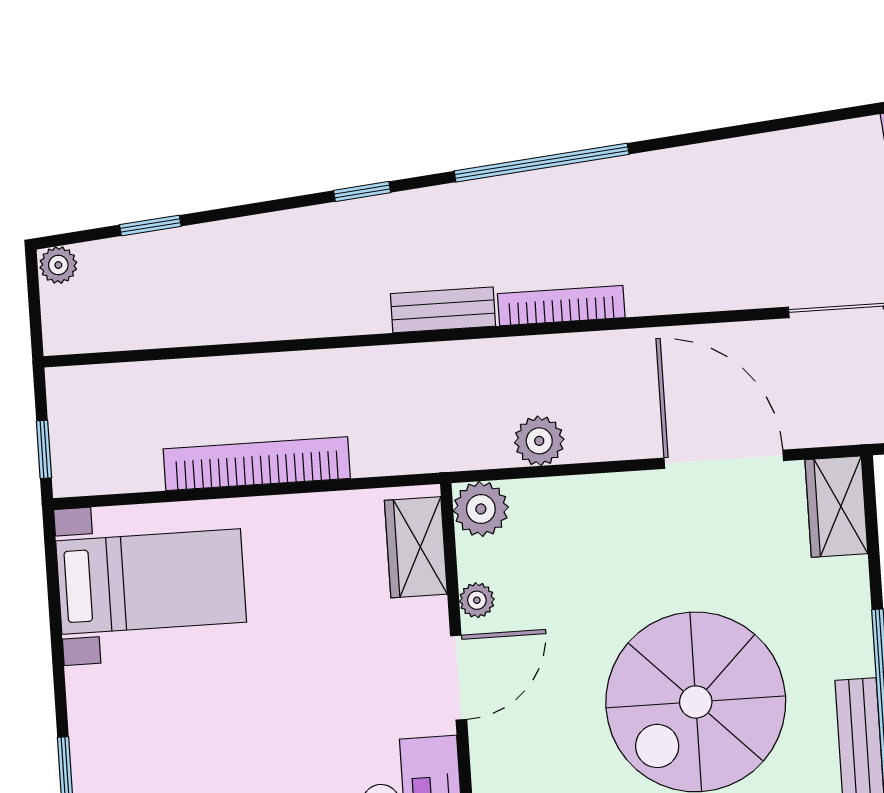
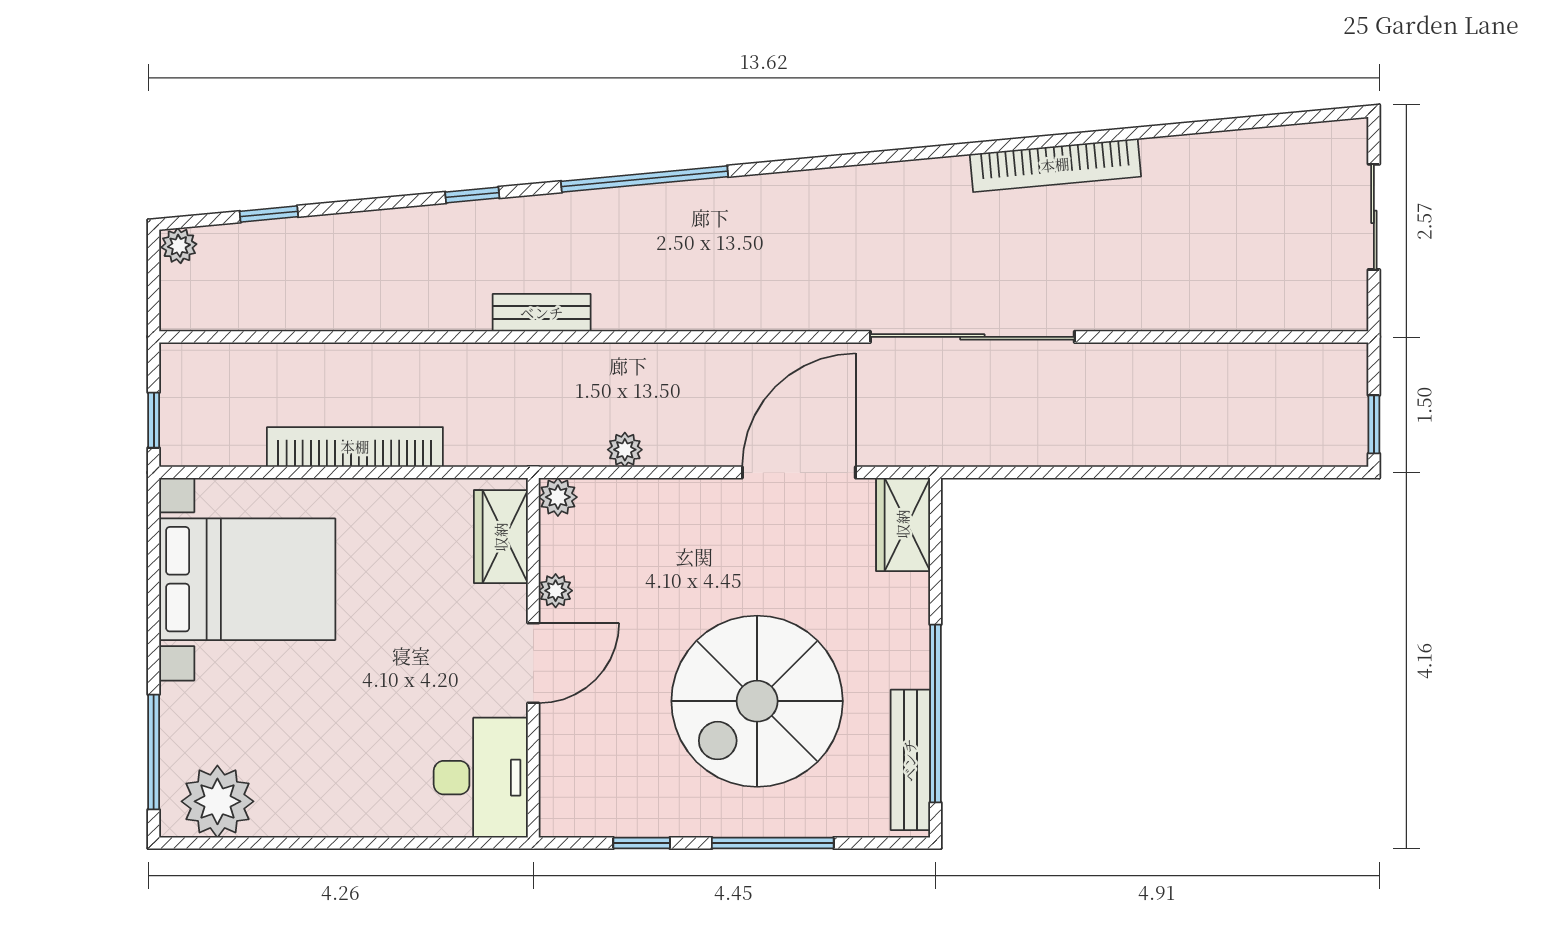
bookcase: (561, 306) -> (654, 316), removed
plant: (539, 441) -> (625, 450), width x0.73, depth x0.73
door: (724, 459) -> (799, 472), hinge flipped
plant: (481, 509) -> (558, 497), width x0.73, depth x0.73
bed with nightstands: (151, 581) -> (247, 579), width x1.36

